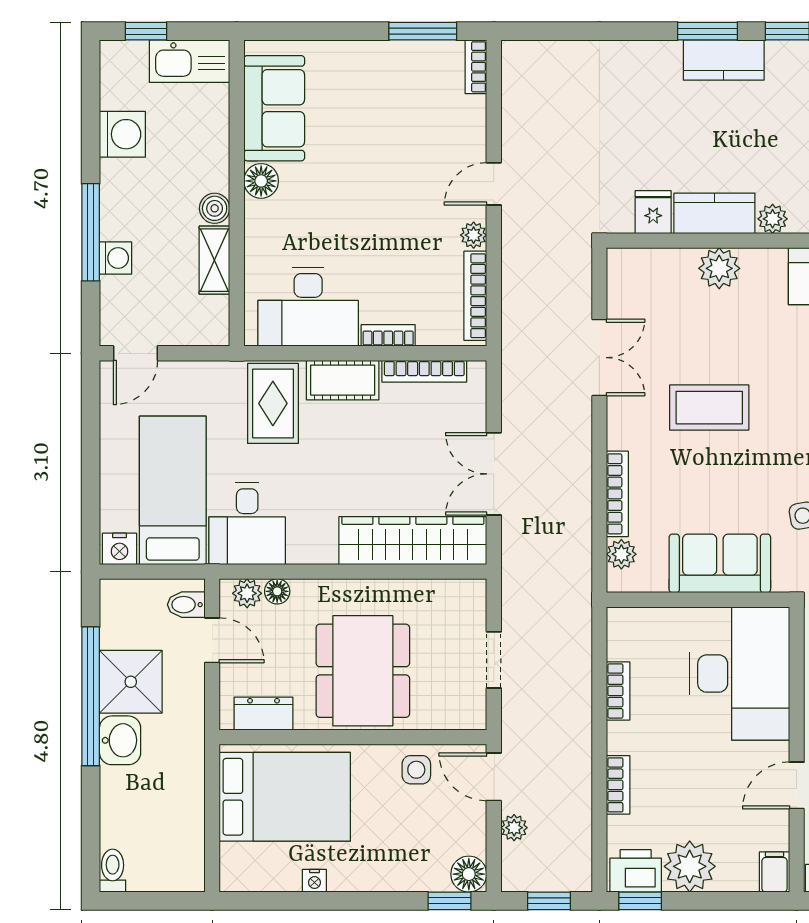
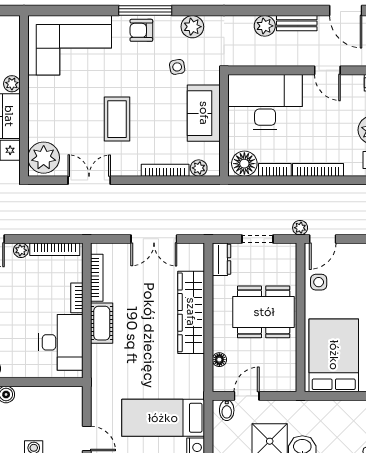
shelving: (214, 260) -> (35, 395), removed
plant: (719, 268) -> (44, 158), moved, width x1.36, depth x1.36
rug: (273, 403) -> (115, 362), removed
desk: (247, 523) -> (182, 376), removed
wardrobe: (413, 541) -> (191, 312), moved
plant: (247, 593) -> (220, 376), removed
floor lamp: (629, 636) -> (244, 164), added
dresser: (264, 714) -> (221, 259), moved, turned 180
bookcase: (618, 785) -> (318, 170), width x1.56
plant: (514, 828) -> (300, 228), moved

